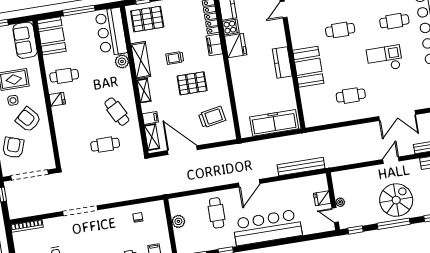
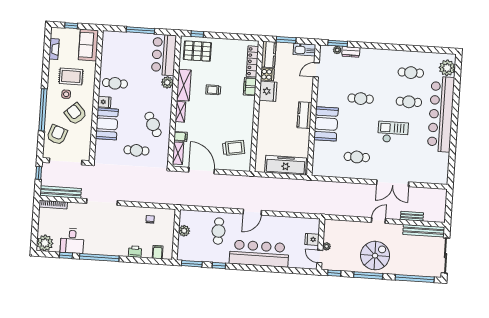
booth: (52, 36) -> (107, 124), moved
pallet: (192, 83) -> (223, 115), removed
bench: (301, 167) -> (61, 192), moved

